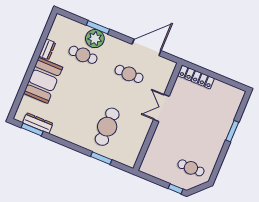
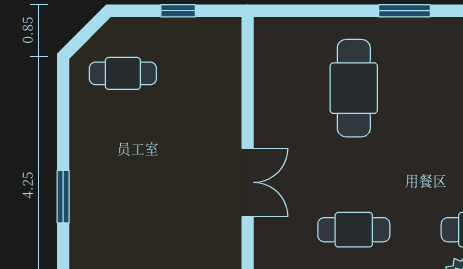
window: (101, 158) -> (404, 11), moved
window: (176, 189) -> (178, 11), moved

